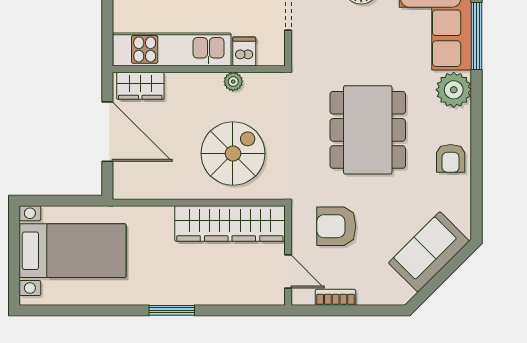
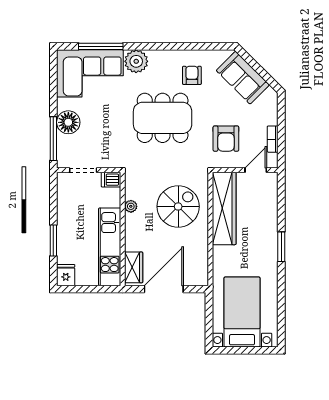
dishwasher: (244, 51) -> (111, 180), moved
spiral stairs: (233, 153) -> (178, 206), turned 90
armchair: (451, 158) -> (192, 75), moved, turned -90

